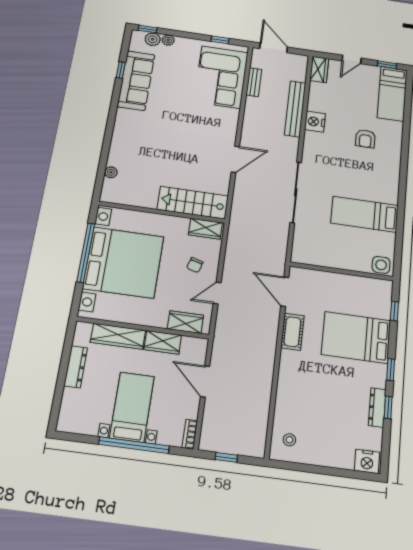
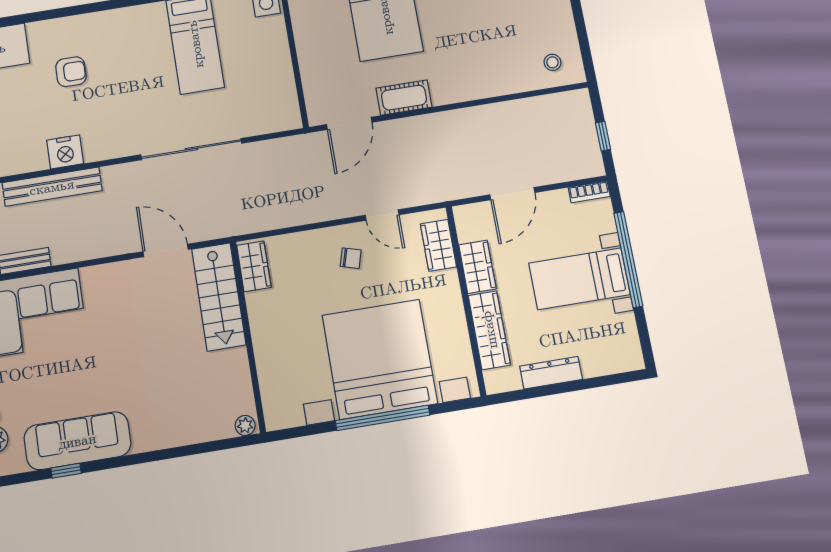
stairs: (193, 203) -> (219, 297), moved
wall: (162, 212) -> (248, 336), moved
wardrobe: (205, 229) -> (254, 266), moved

